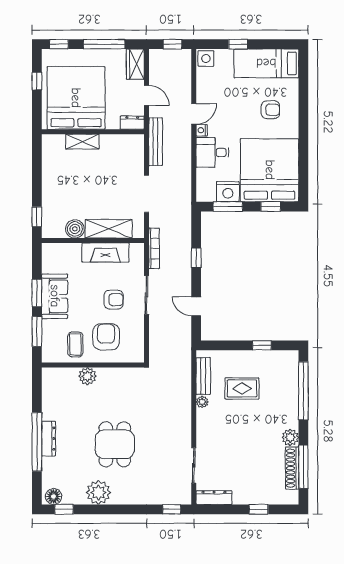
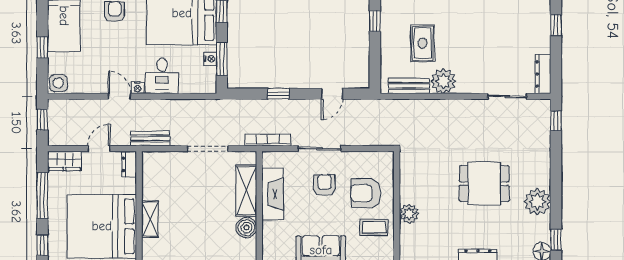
bench: (156, 142) -> (150, 139), width x0.73
nightstand: (228, 192) -> (210, 59), width x0.53, depth x0.56
plant: (202, 402) -> (443, 81), width x1.88, depth x1.88

